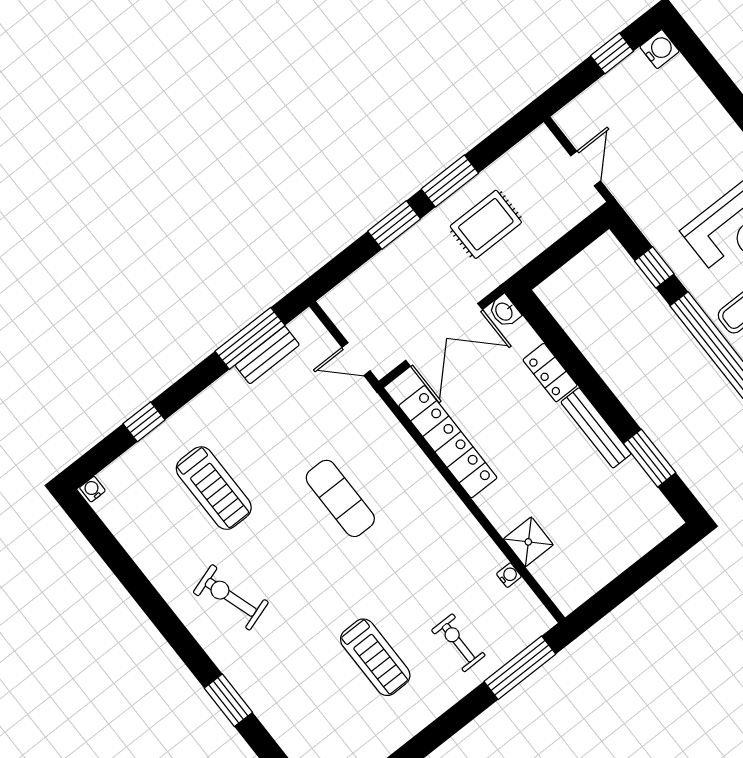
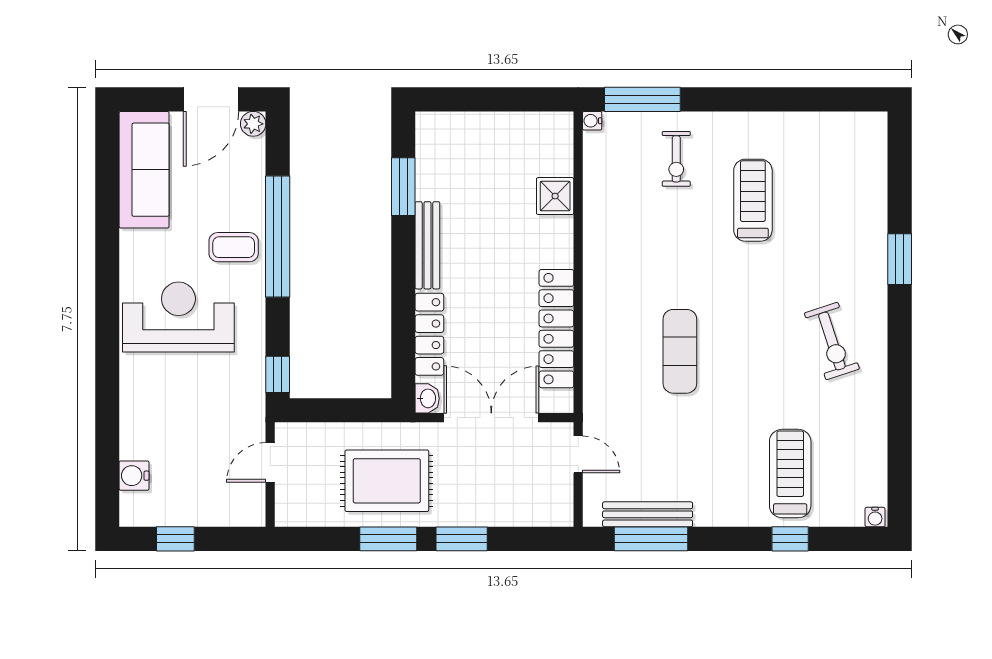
water cooler: (660, 49) -> (134, 476), moved
rug: (486, 224) -> (387, 481), width x1.36, depth x1.43
window: (654, 267) -> (278, 374), moved
bench: (267, 355) -> (648, 514), width x1.36
locker: (550, 373) -> (429, 334), width x1.53
treadmill: (214, 488) -> (790, 473), moved
water cooler: (509, 575) -> (592, 121), moved

